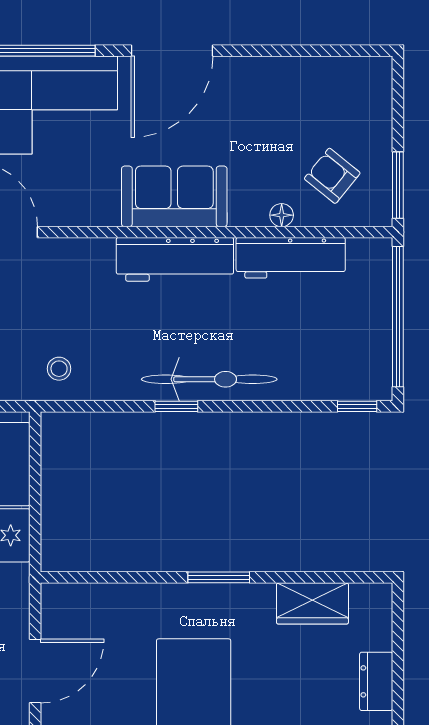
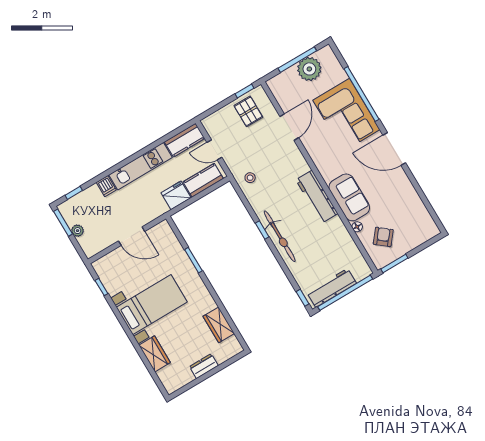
sofa: (174, 196) -> (349, 197), moved
workbench: (291, 258) -> (332, 288), moved, turned 90
window: (219, 577) -> (193, 260), moved

